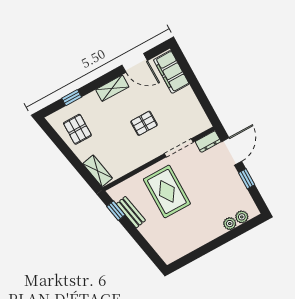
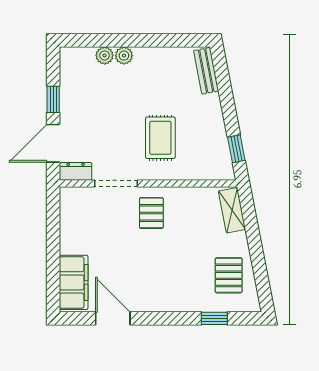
shelving: (112, 88) -> (158, 302), removed
pallet: (144, 123) -> (151, 213), moved, turned 90
rug: (167, 191) -> (160, 138), width x0.73, depth x0.70
bench: (131, 212) -> (206, 71), moved
plant: (242, 217) -> (124, 56), moved

